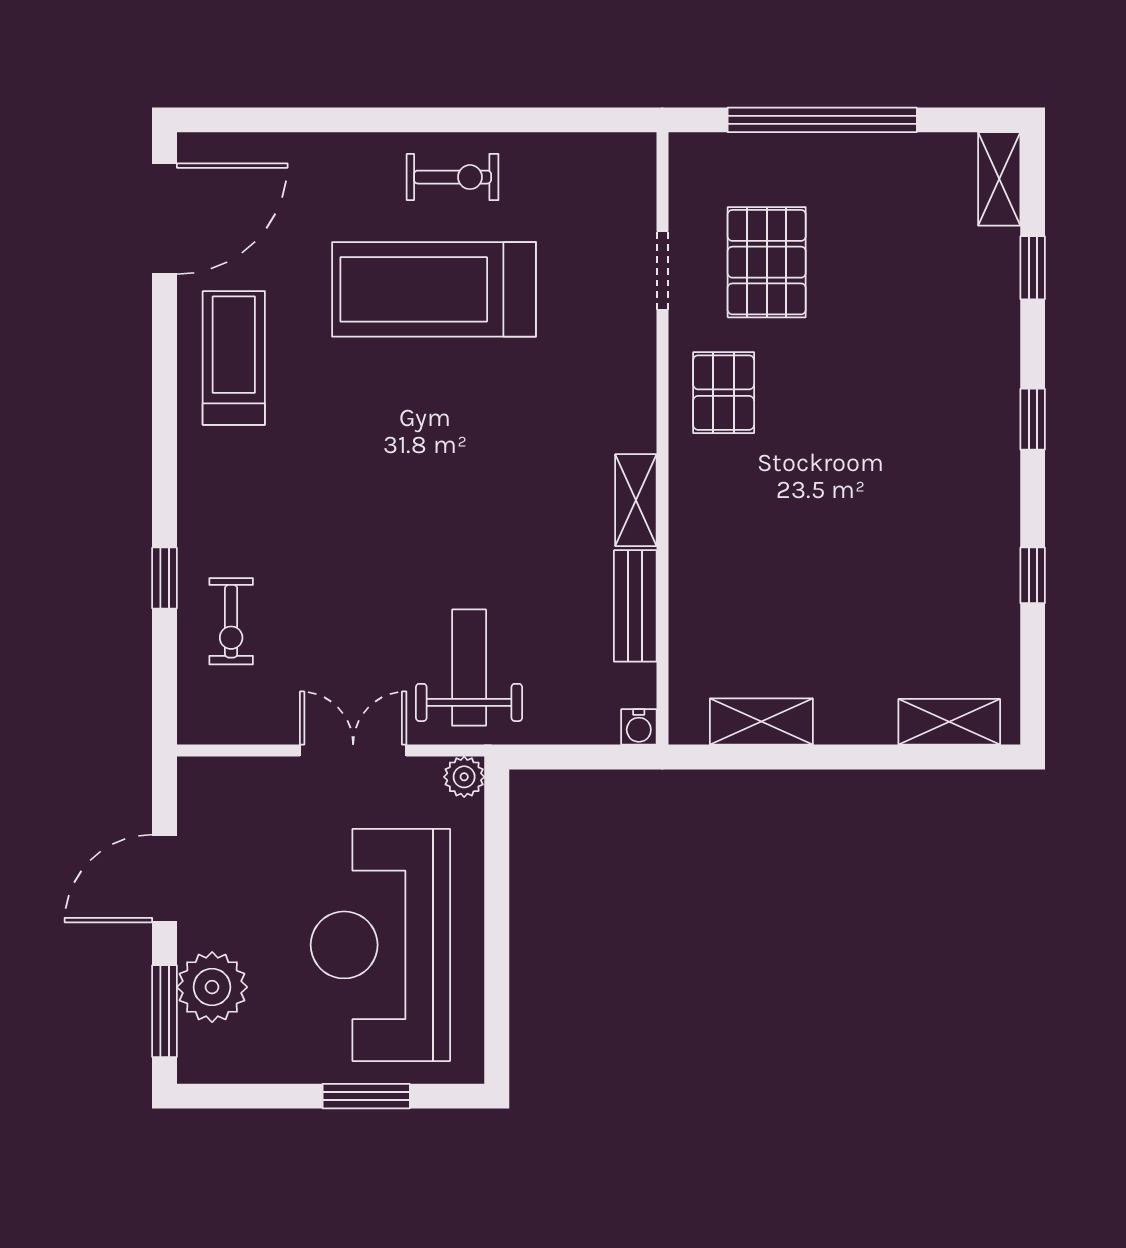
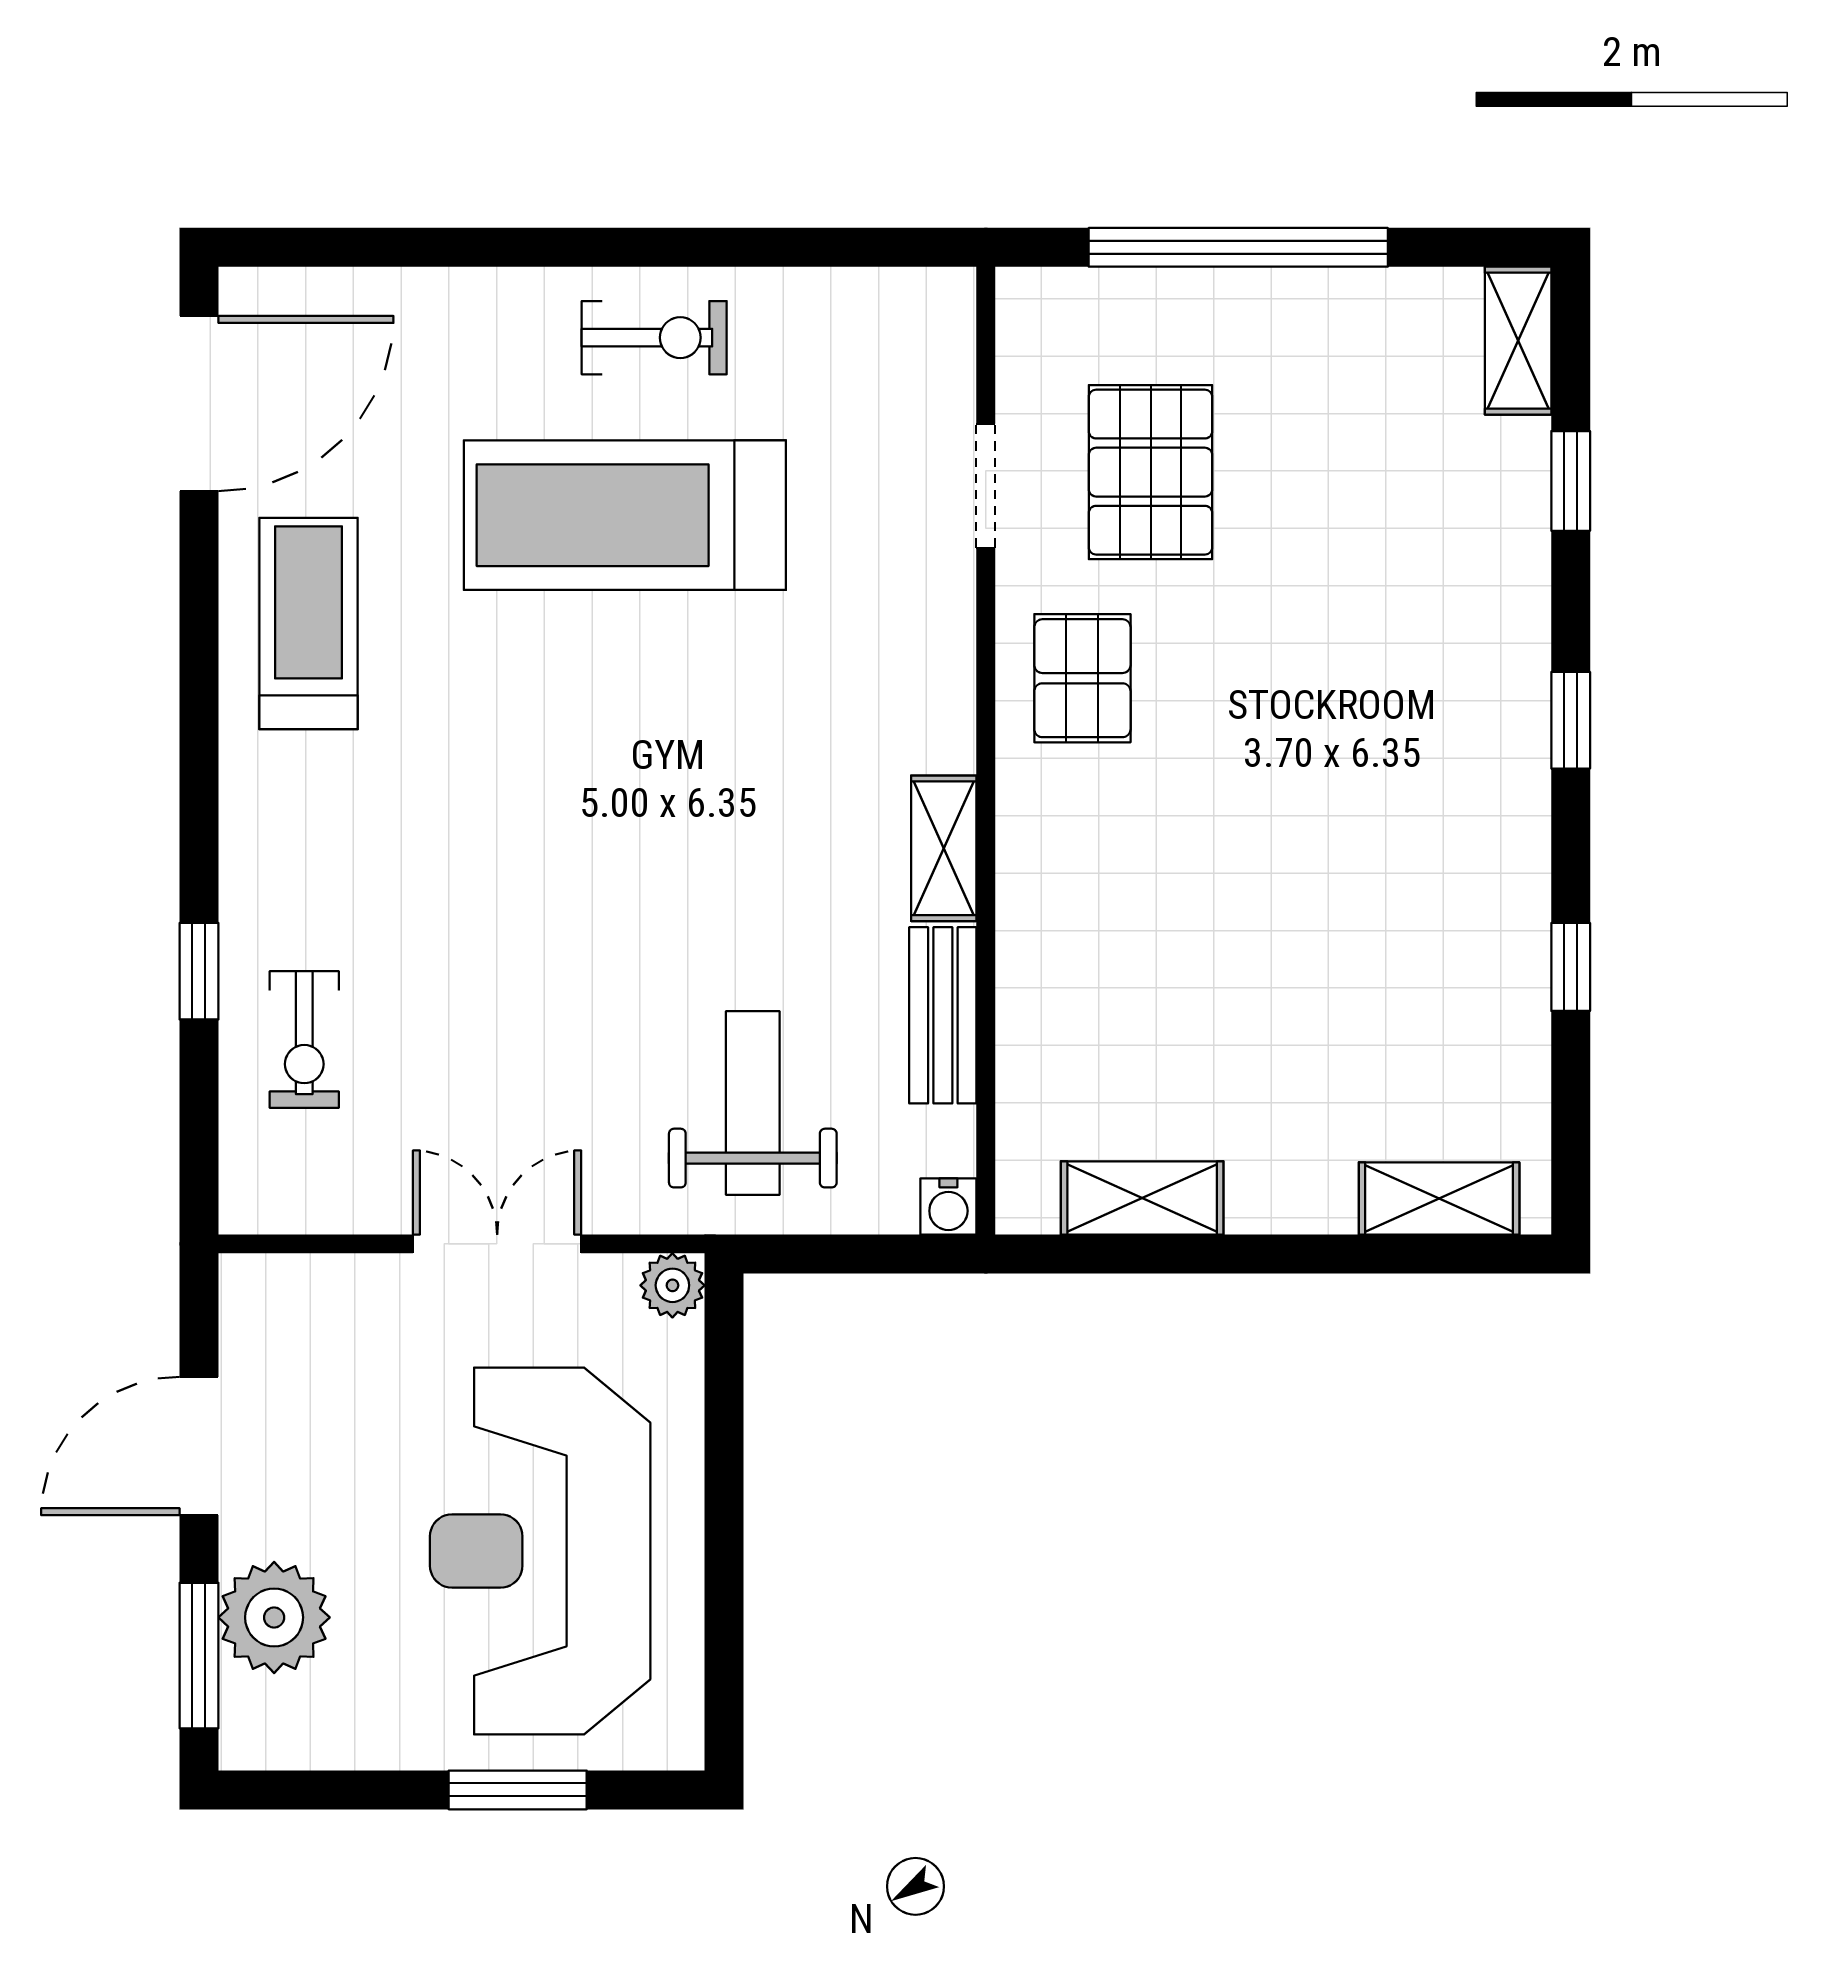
weight bench: (469, 668) -> (753, 1103), moved

